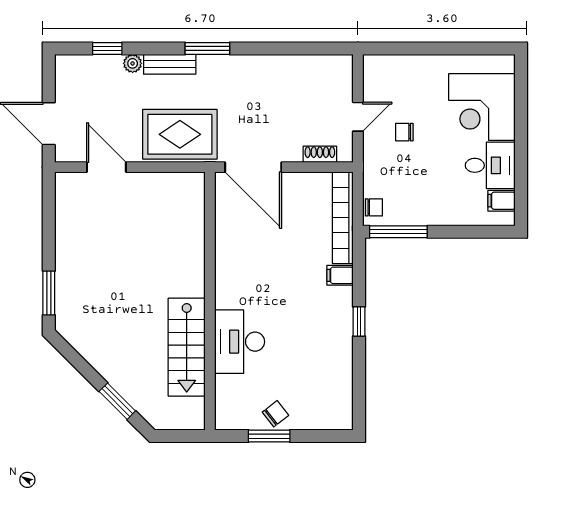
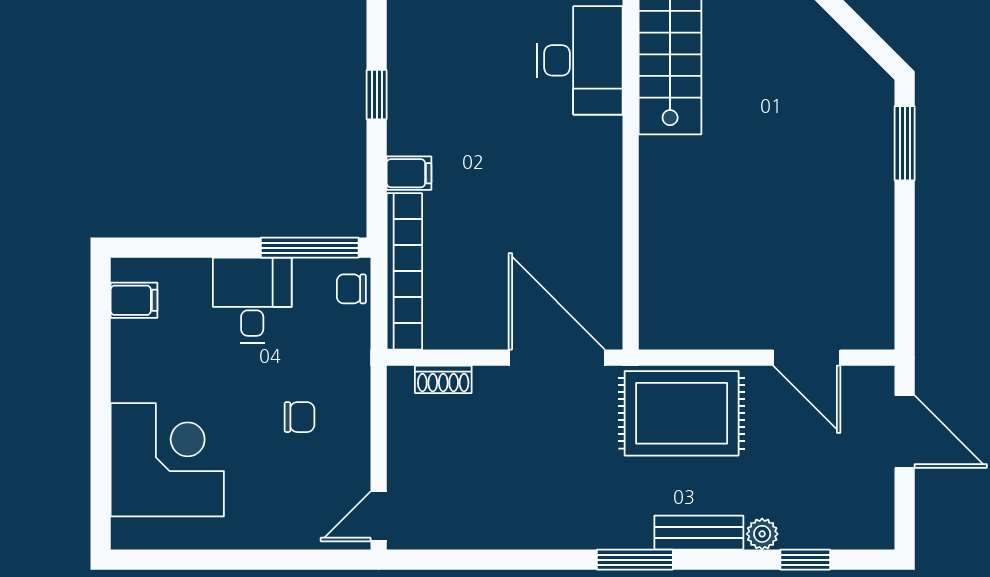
door: (358, 117) -> (379, 516), moved
desk: (490, 165) -> (252, 300), moved, turned 90

